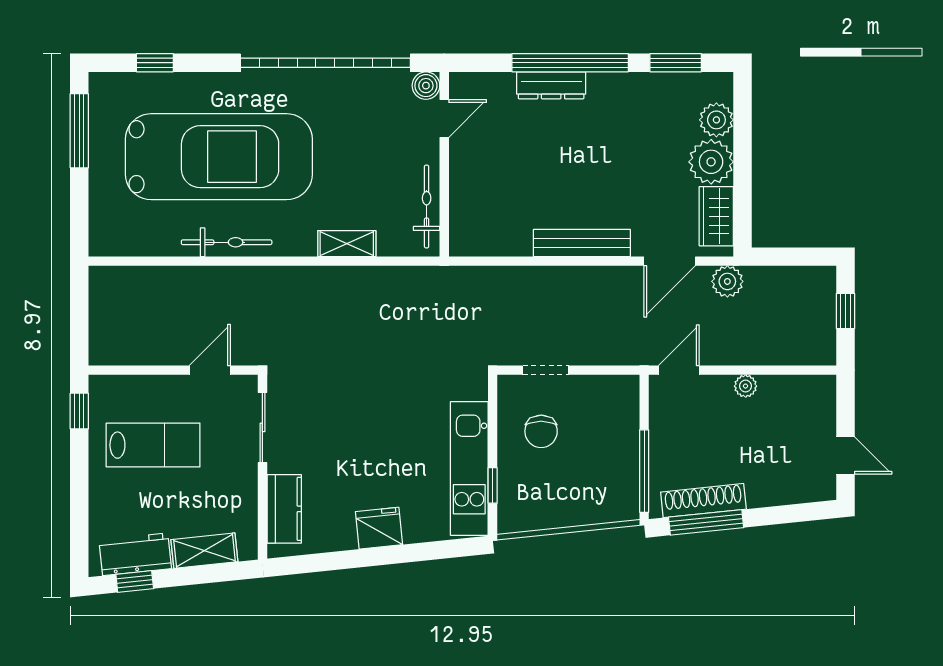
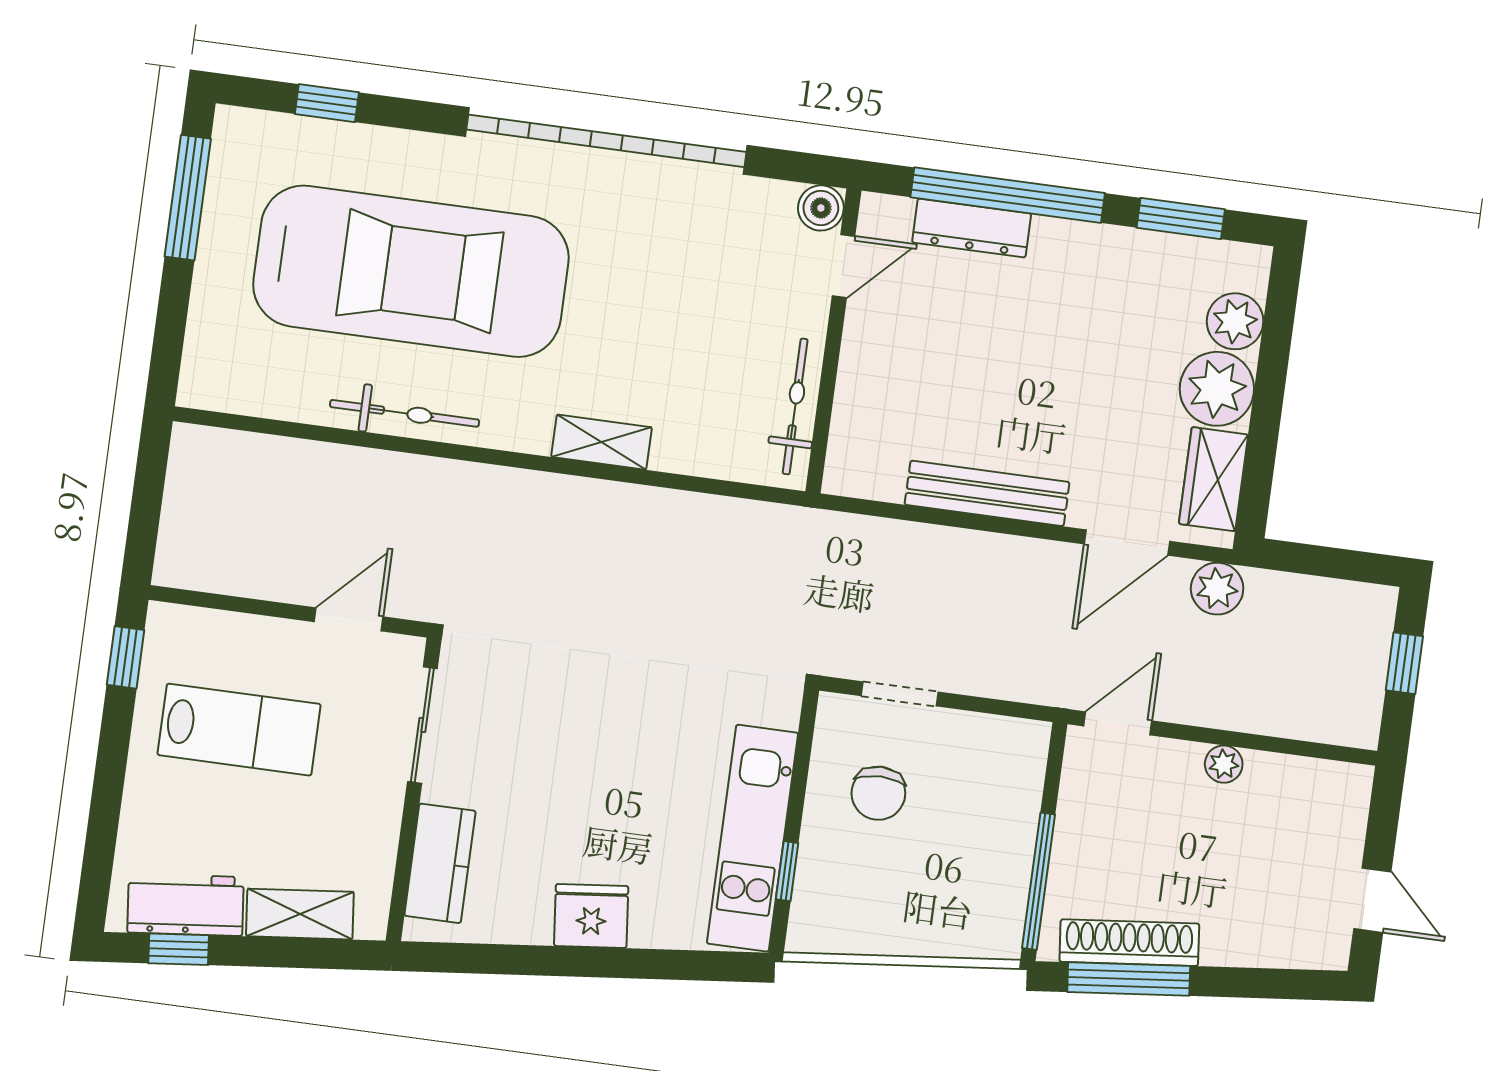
boiler: (426, 86) -> (821, 208), moved
door: (444, 118) -> (844, 266), moved
wall: (444, 164) -> (833, 341), moved
bicycle: (427, 207) -> (795, 406), moved

